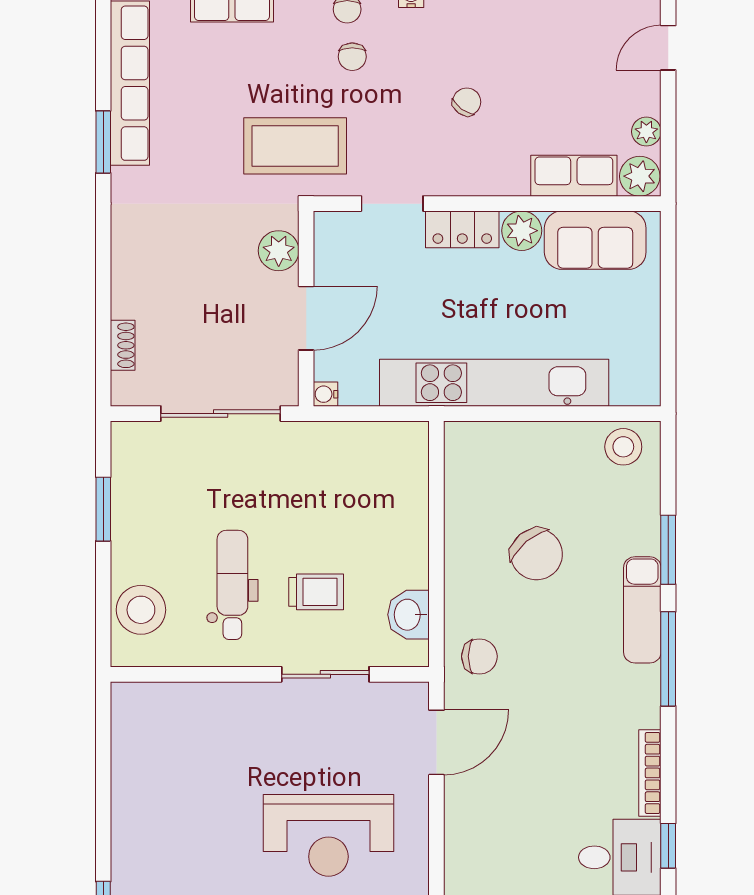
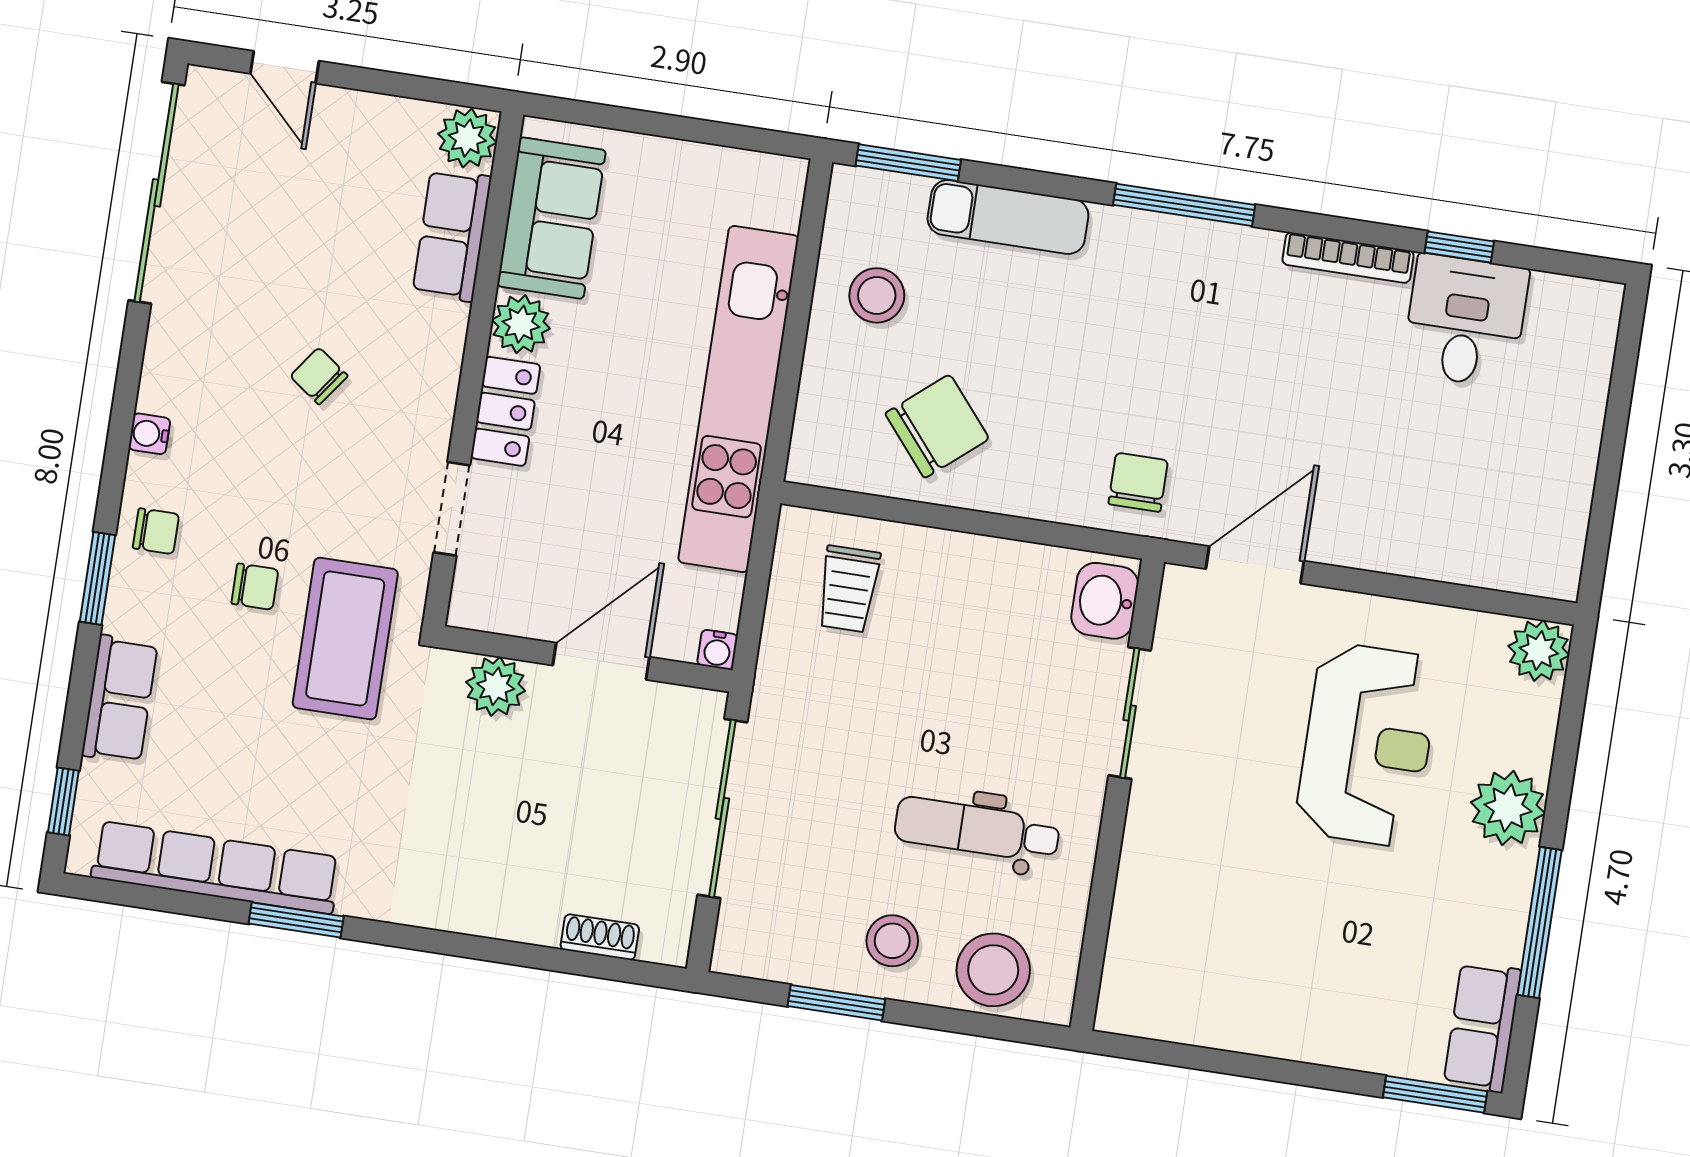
chair: (352, 57) -> (255, 587), moved
plant: (646, 132) -> (403, 118), removed
door: (306, 318) -> (601, 661), hinge flipped
stool: (623, 447) -> (877, 295), moved
stool: (150, 540) -> (892, 941), added
window: (668, 550) -> (908, 163), moved
chair: (537, 554) -> (937, 426), moved
trolley: (316, 592) -> (848, 589), moved, turned 180
exam couch: (642, 610) -> (1008, 217), moved
washbasin: (409, 615) -> (1105, 601), moved, turned 90
door: (436, 742) -> (1255, 565), hinge flipped

